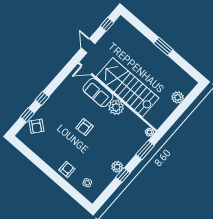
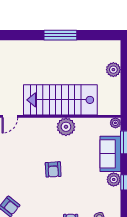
window: (163, 46) -> (60, 35), width x1.44
sofa: (98, 93) -> (110, 154), moved, turned 90

